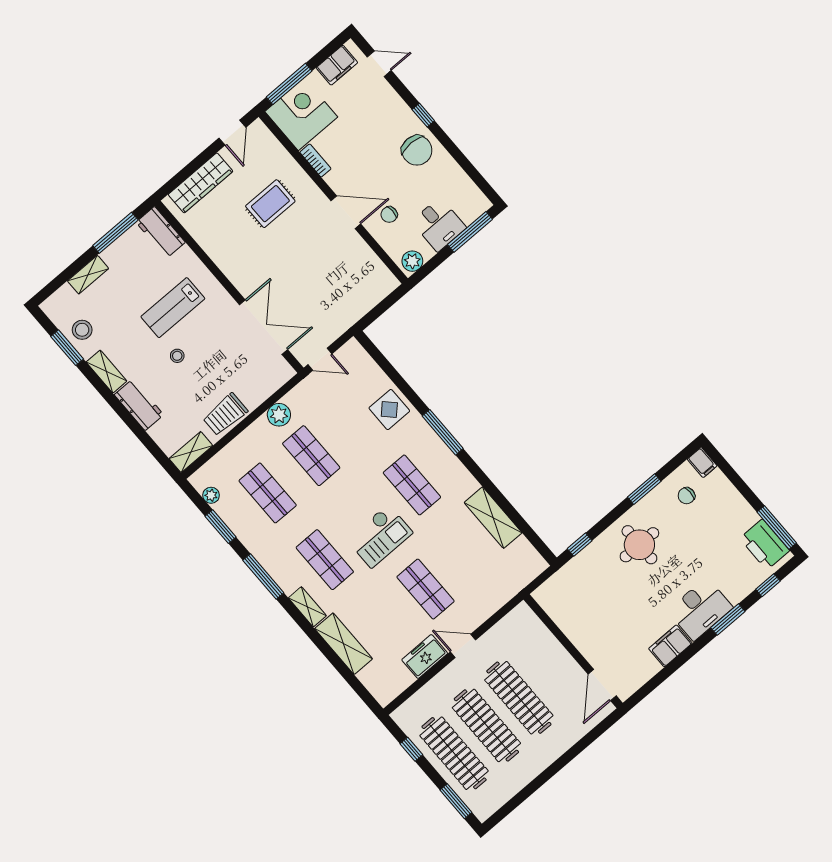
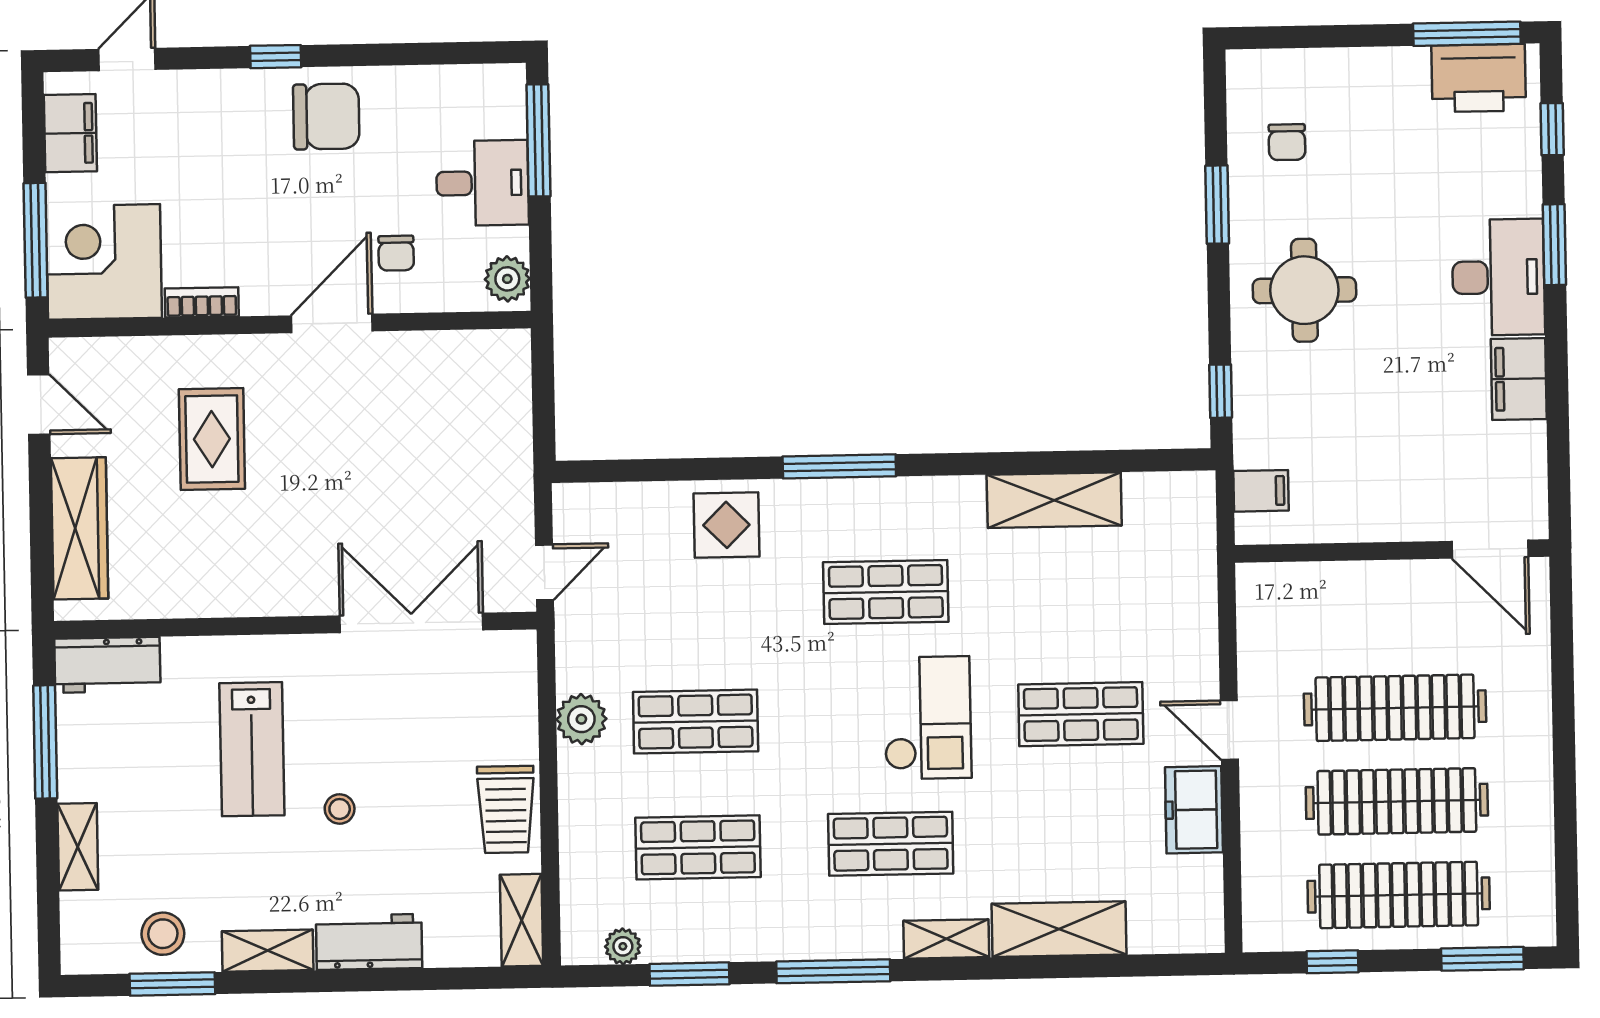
filing cabinet: (702, 463) -> (1261, 491), moved
door: (463, 646) -> (1229, 730), hinge flipped

